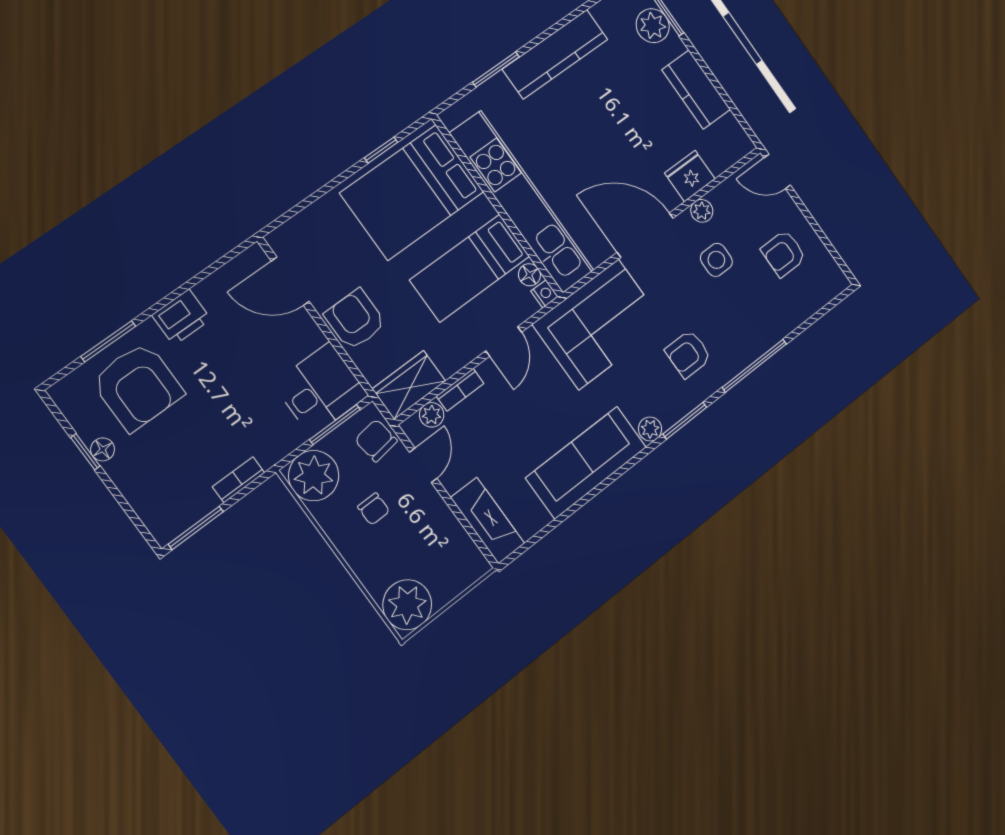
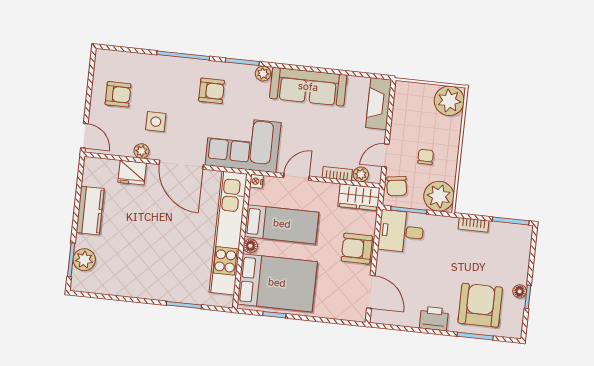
kitchen counter: (555, 54) -> (147, 288), removed
floor lamp: (529, 275) -> (250, 246), moved
armchair: (355, 319) -> (357, 249), turned 90

